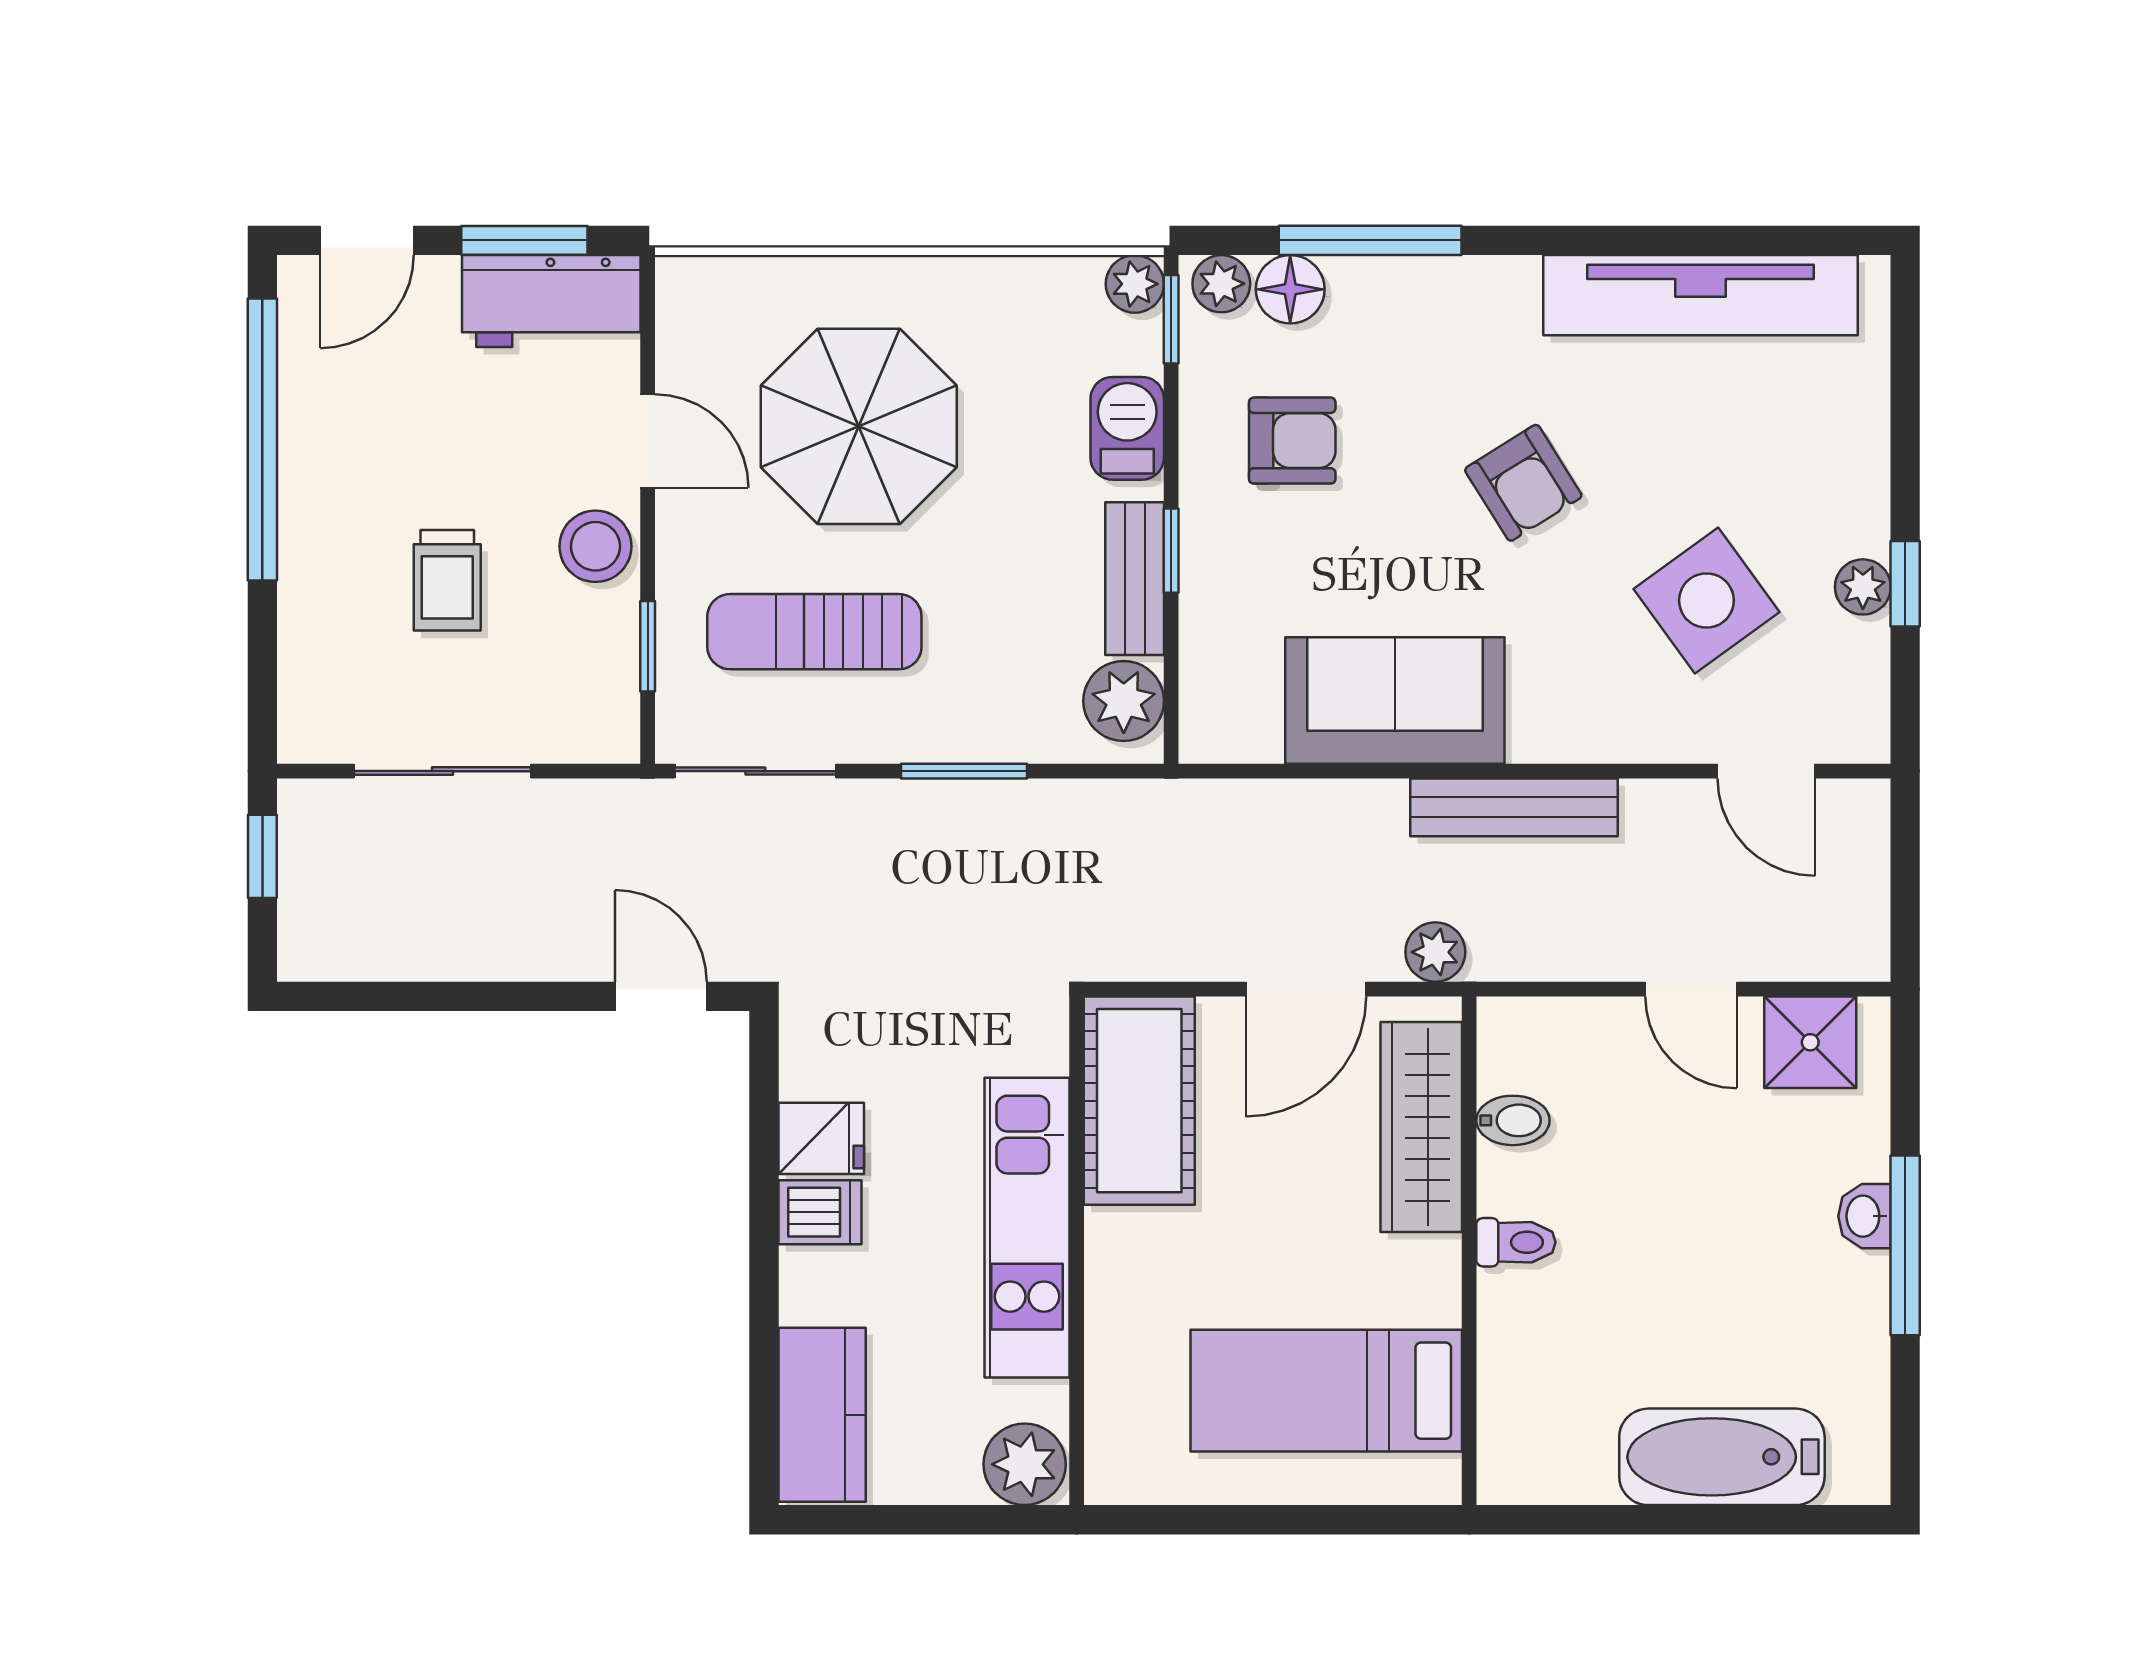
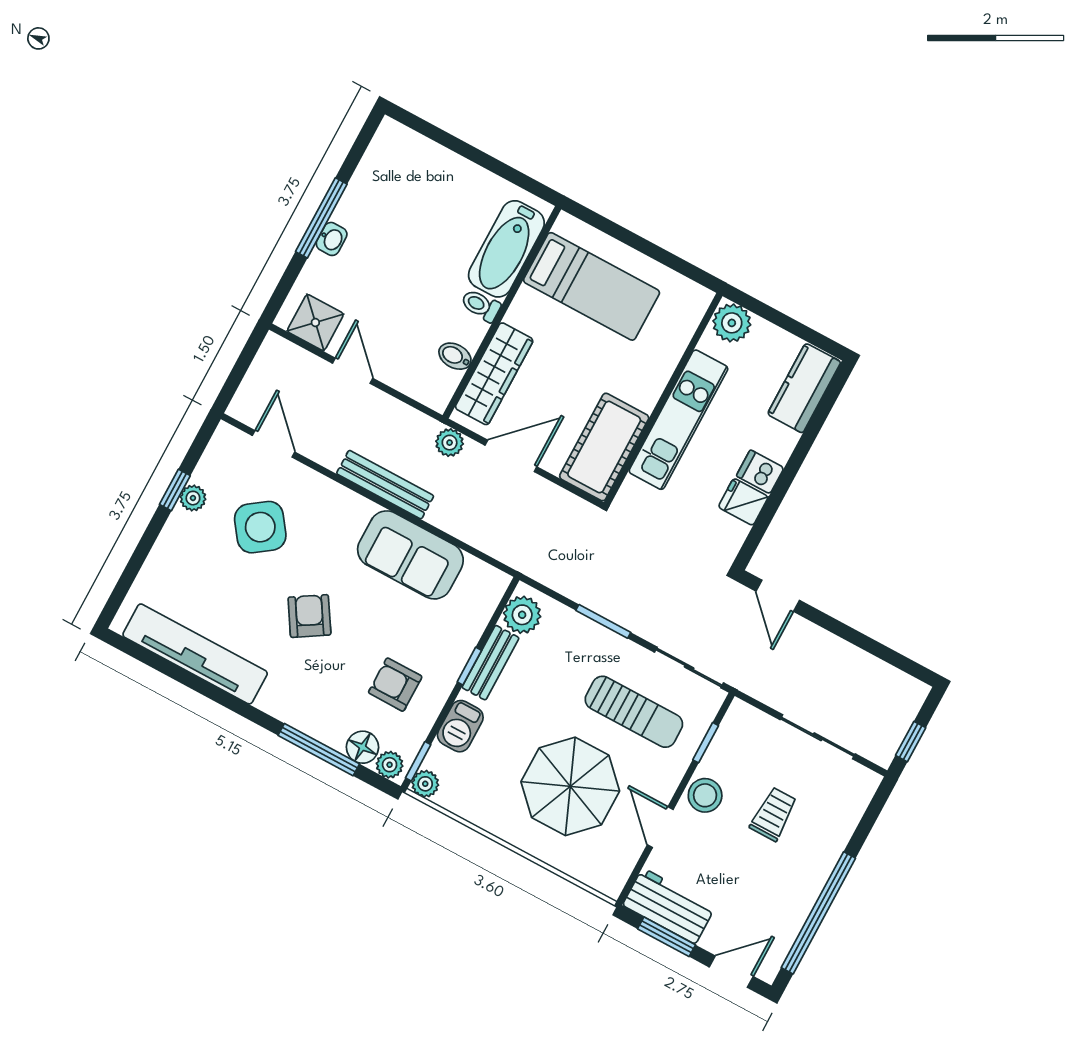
bathtub: (1722, 1457) -> (506, 249), moved, turned 90

